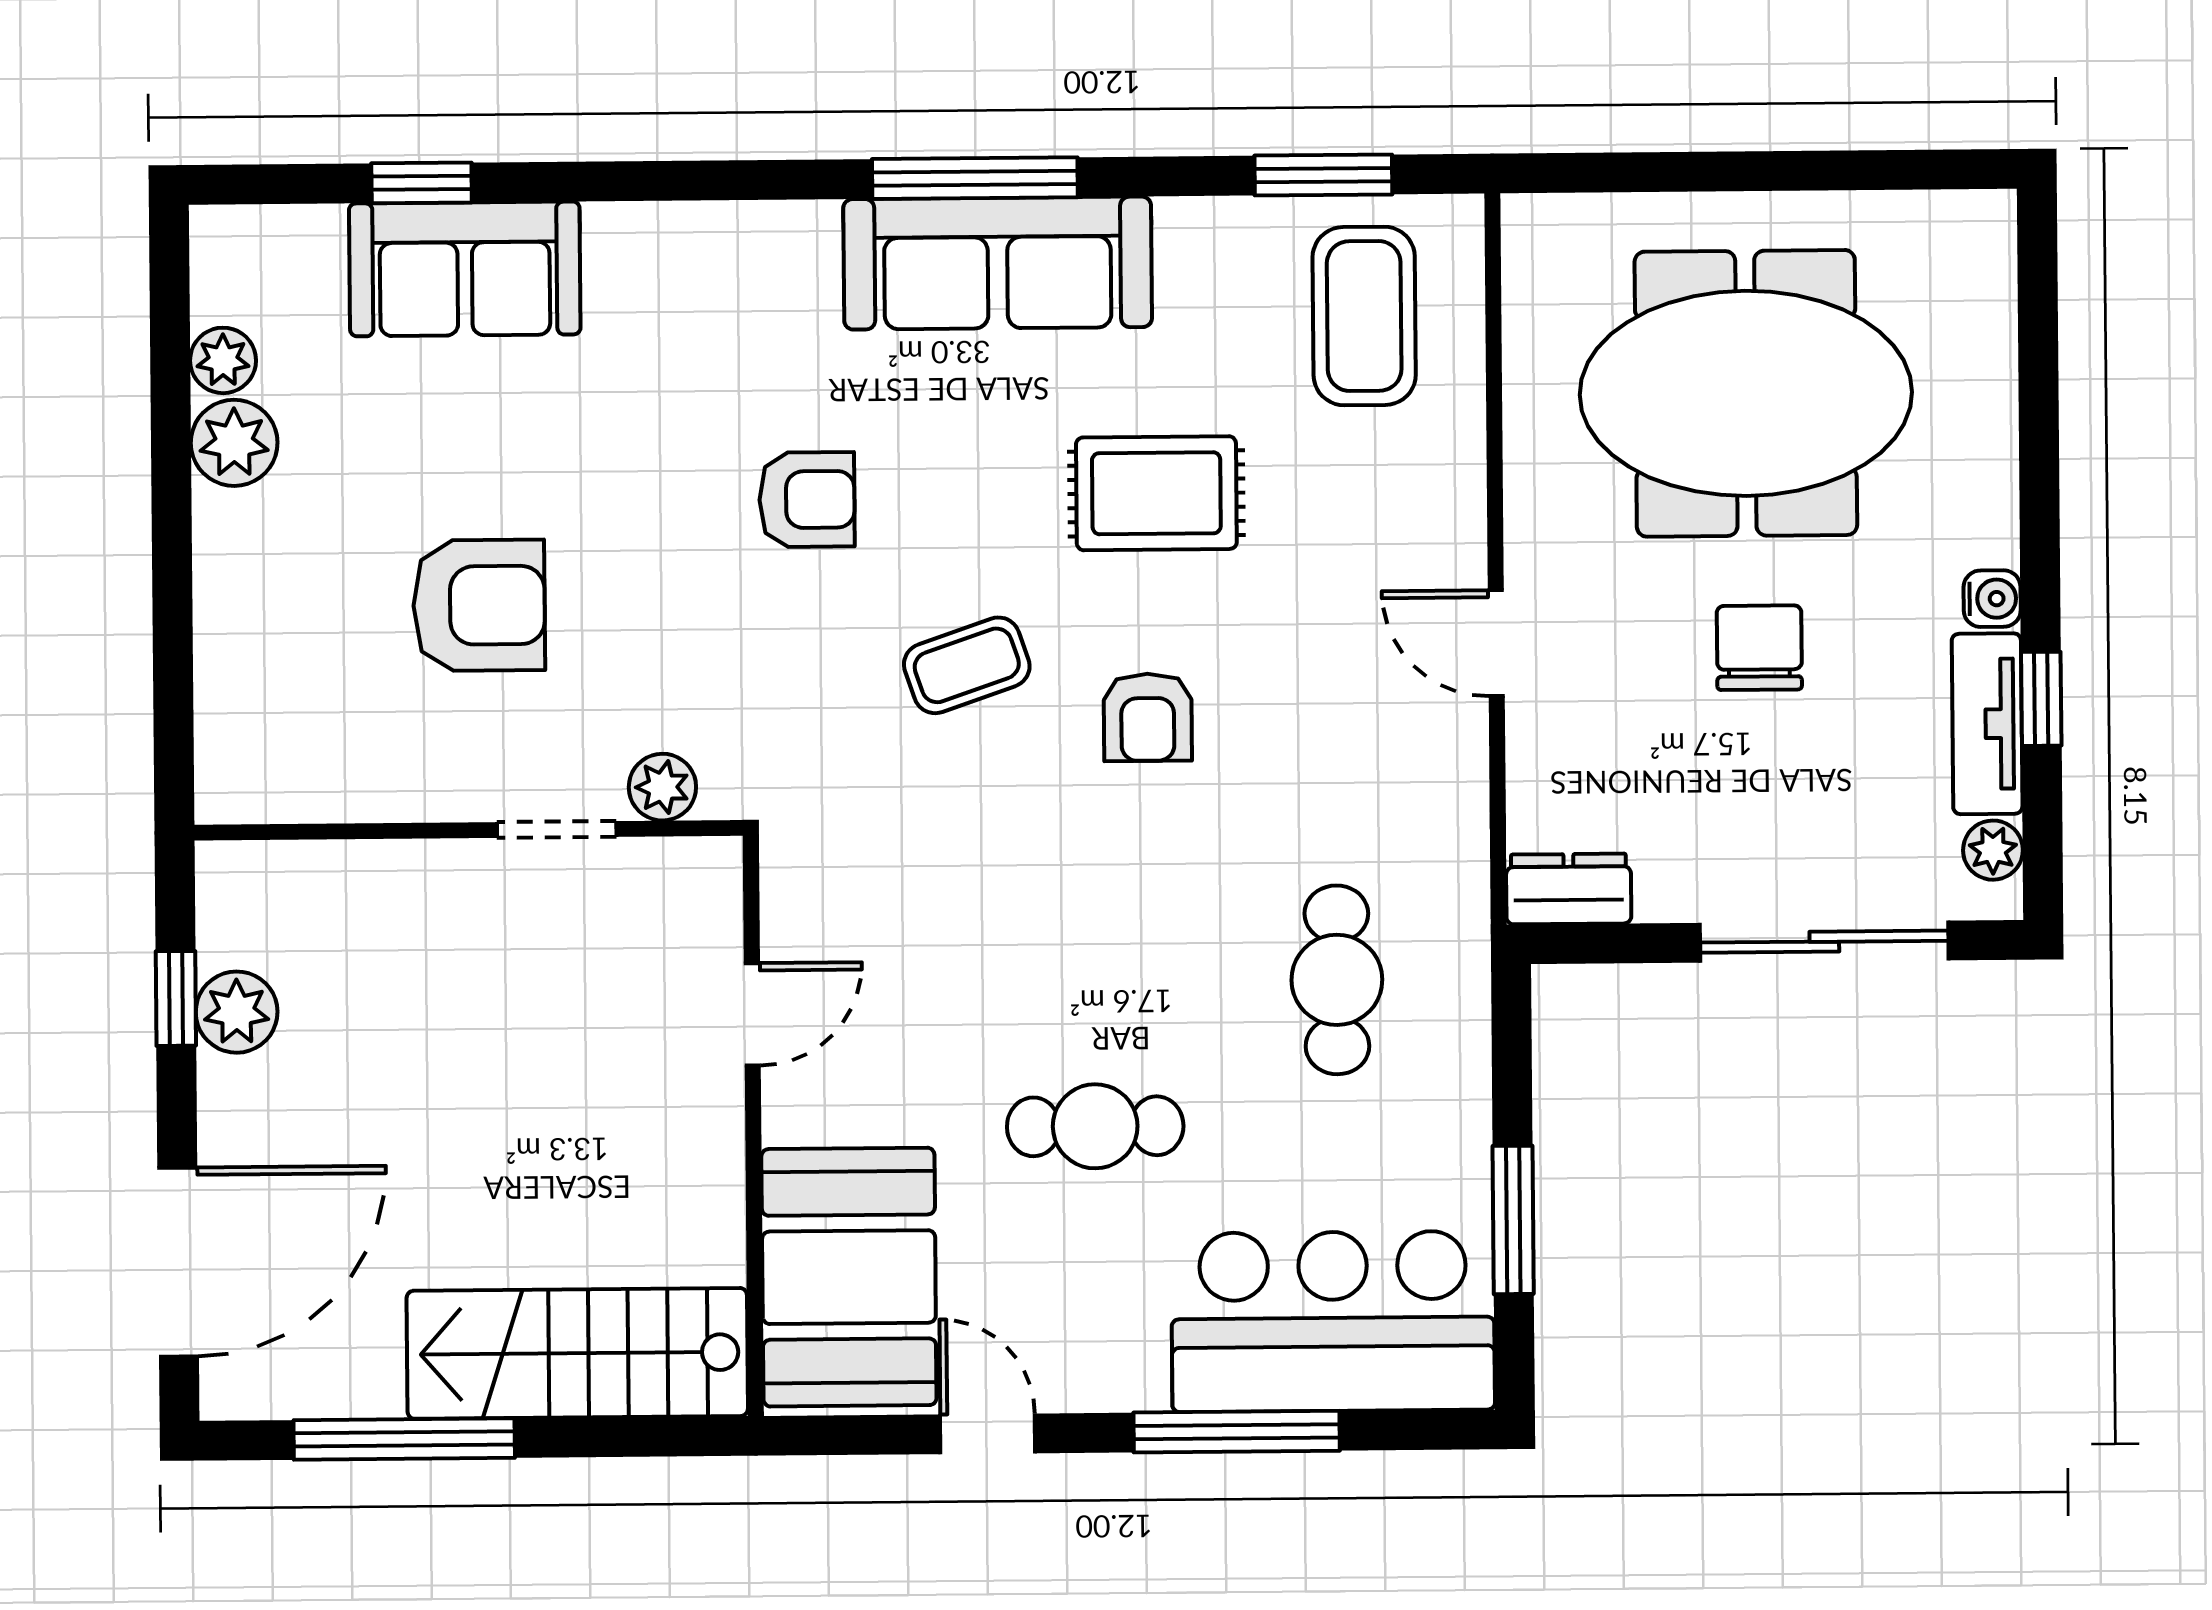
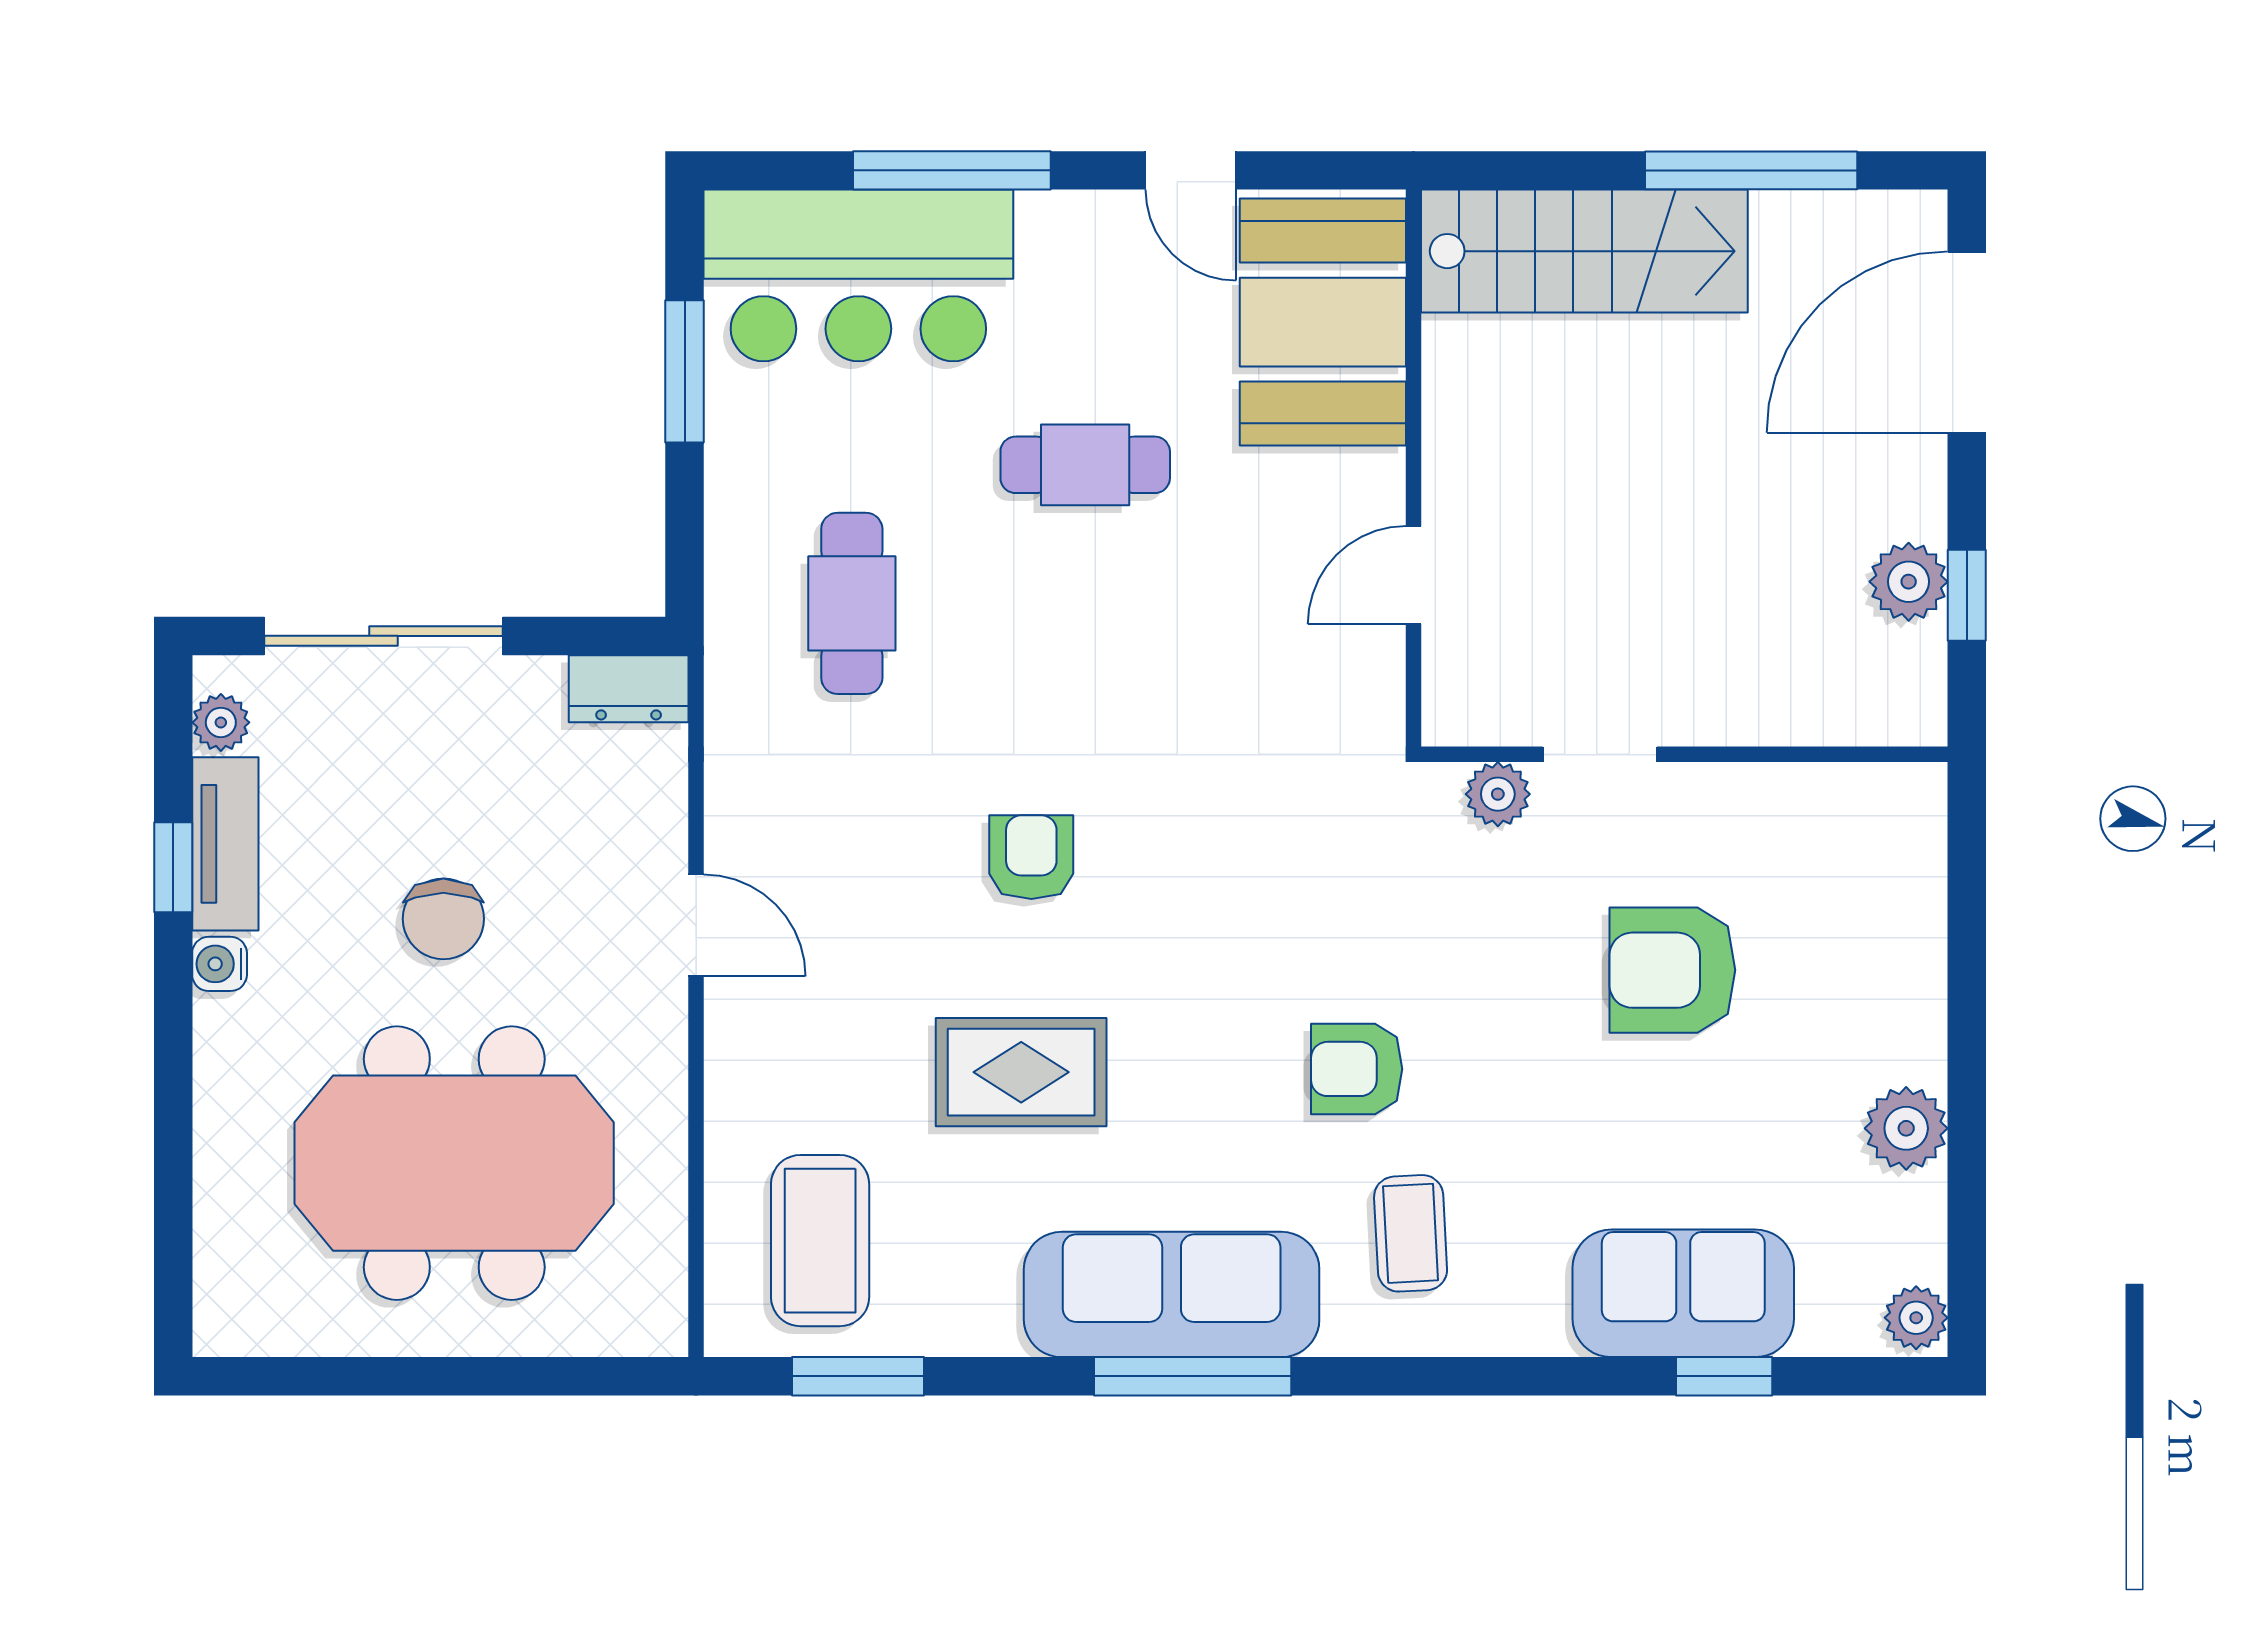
plant: (223, 360) -> (1916, 1318), moved
coffee table: (967, 665) -> (1411, 1233), moved, turned -74

